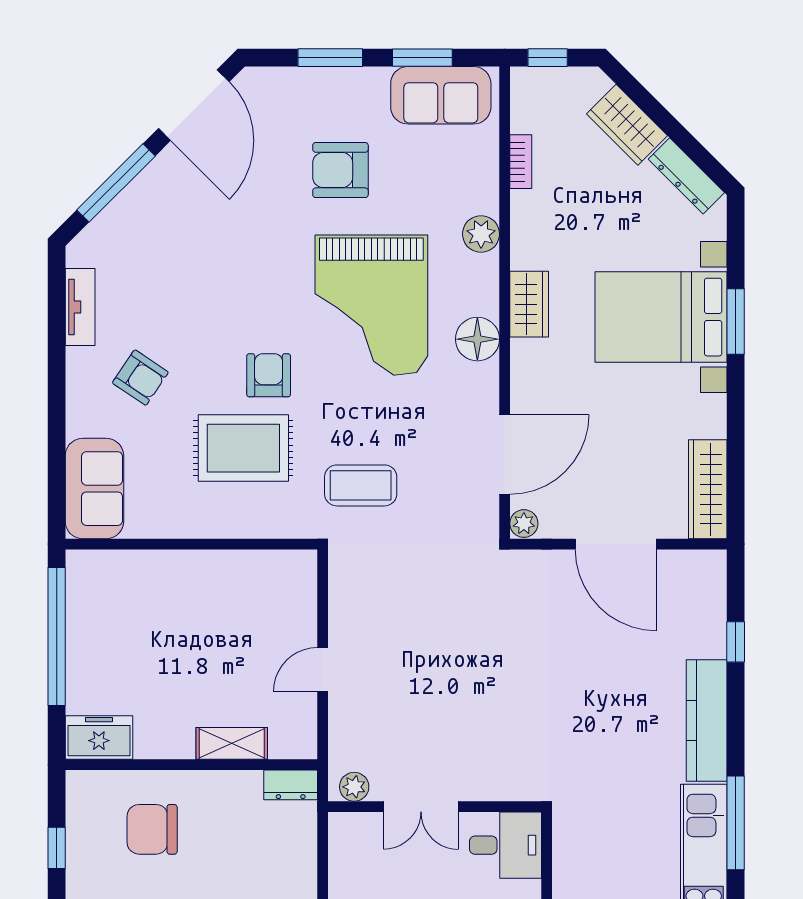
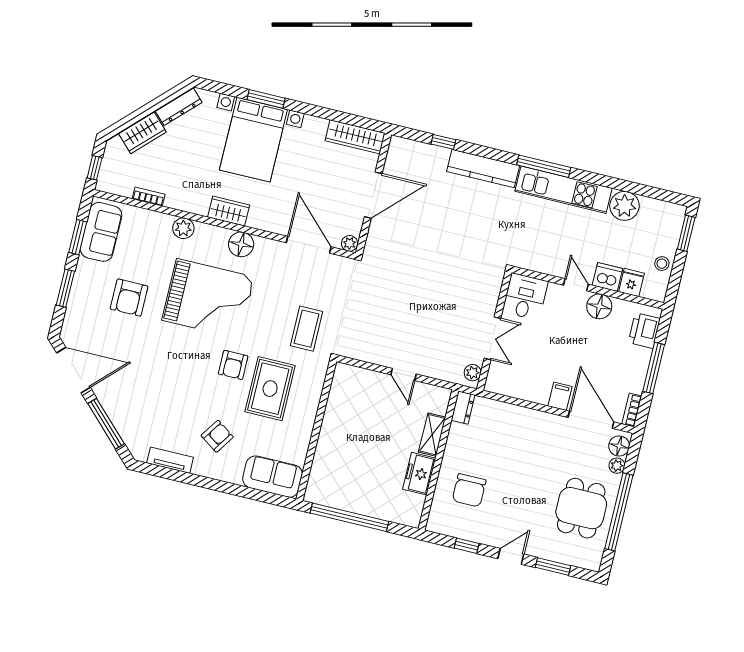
armchair: (269, 375) -> (233, 365), turned -90
freezer: (99, 738) -> (419, 474), moved

